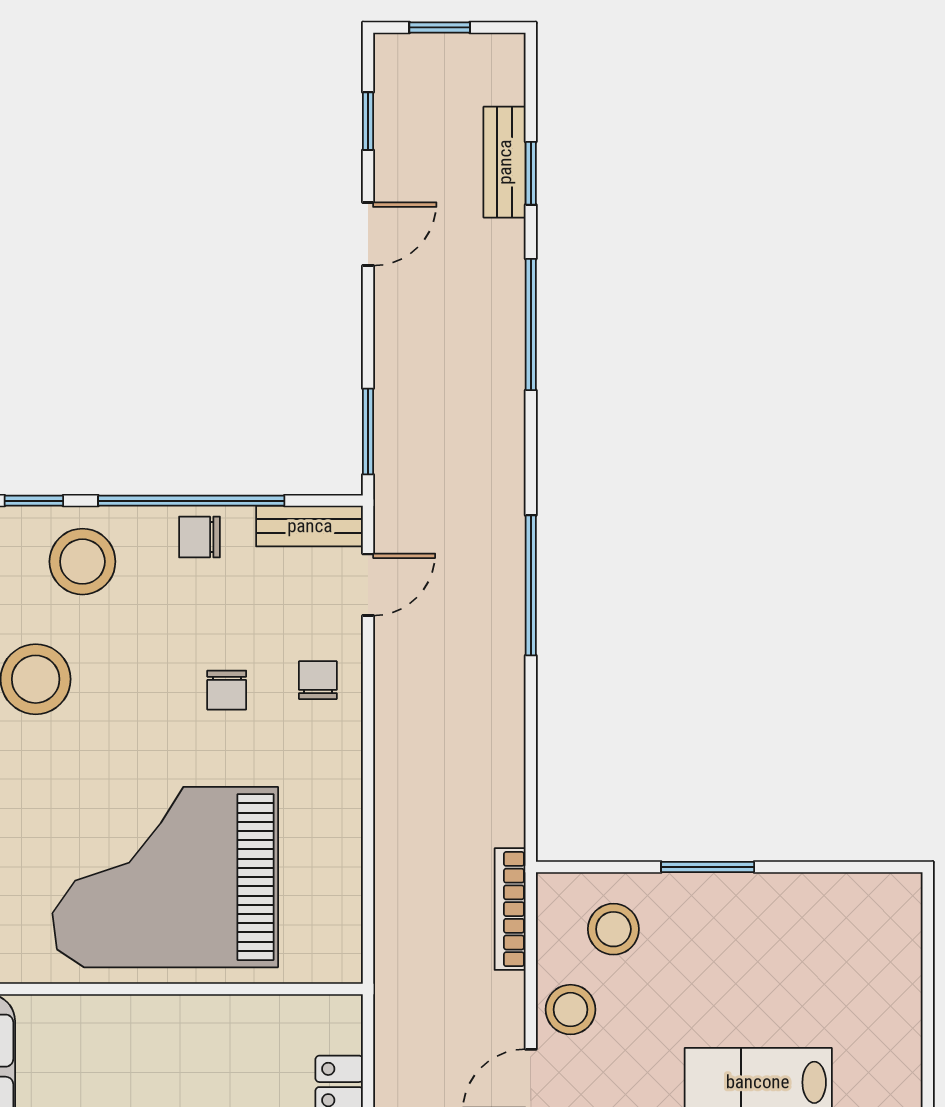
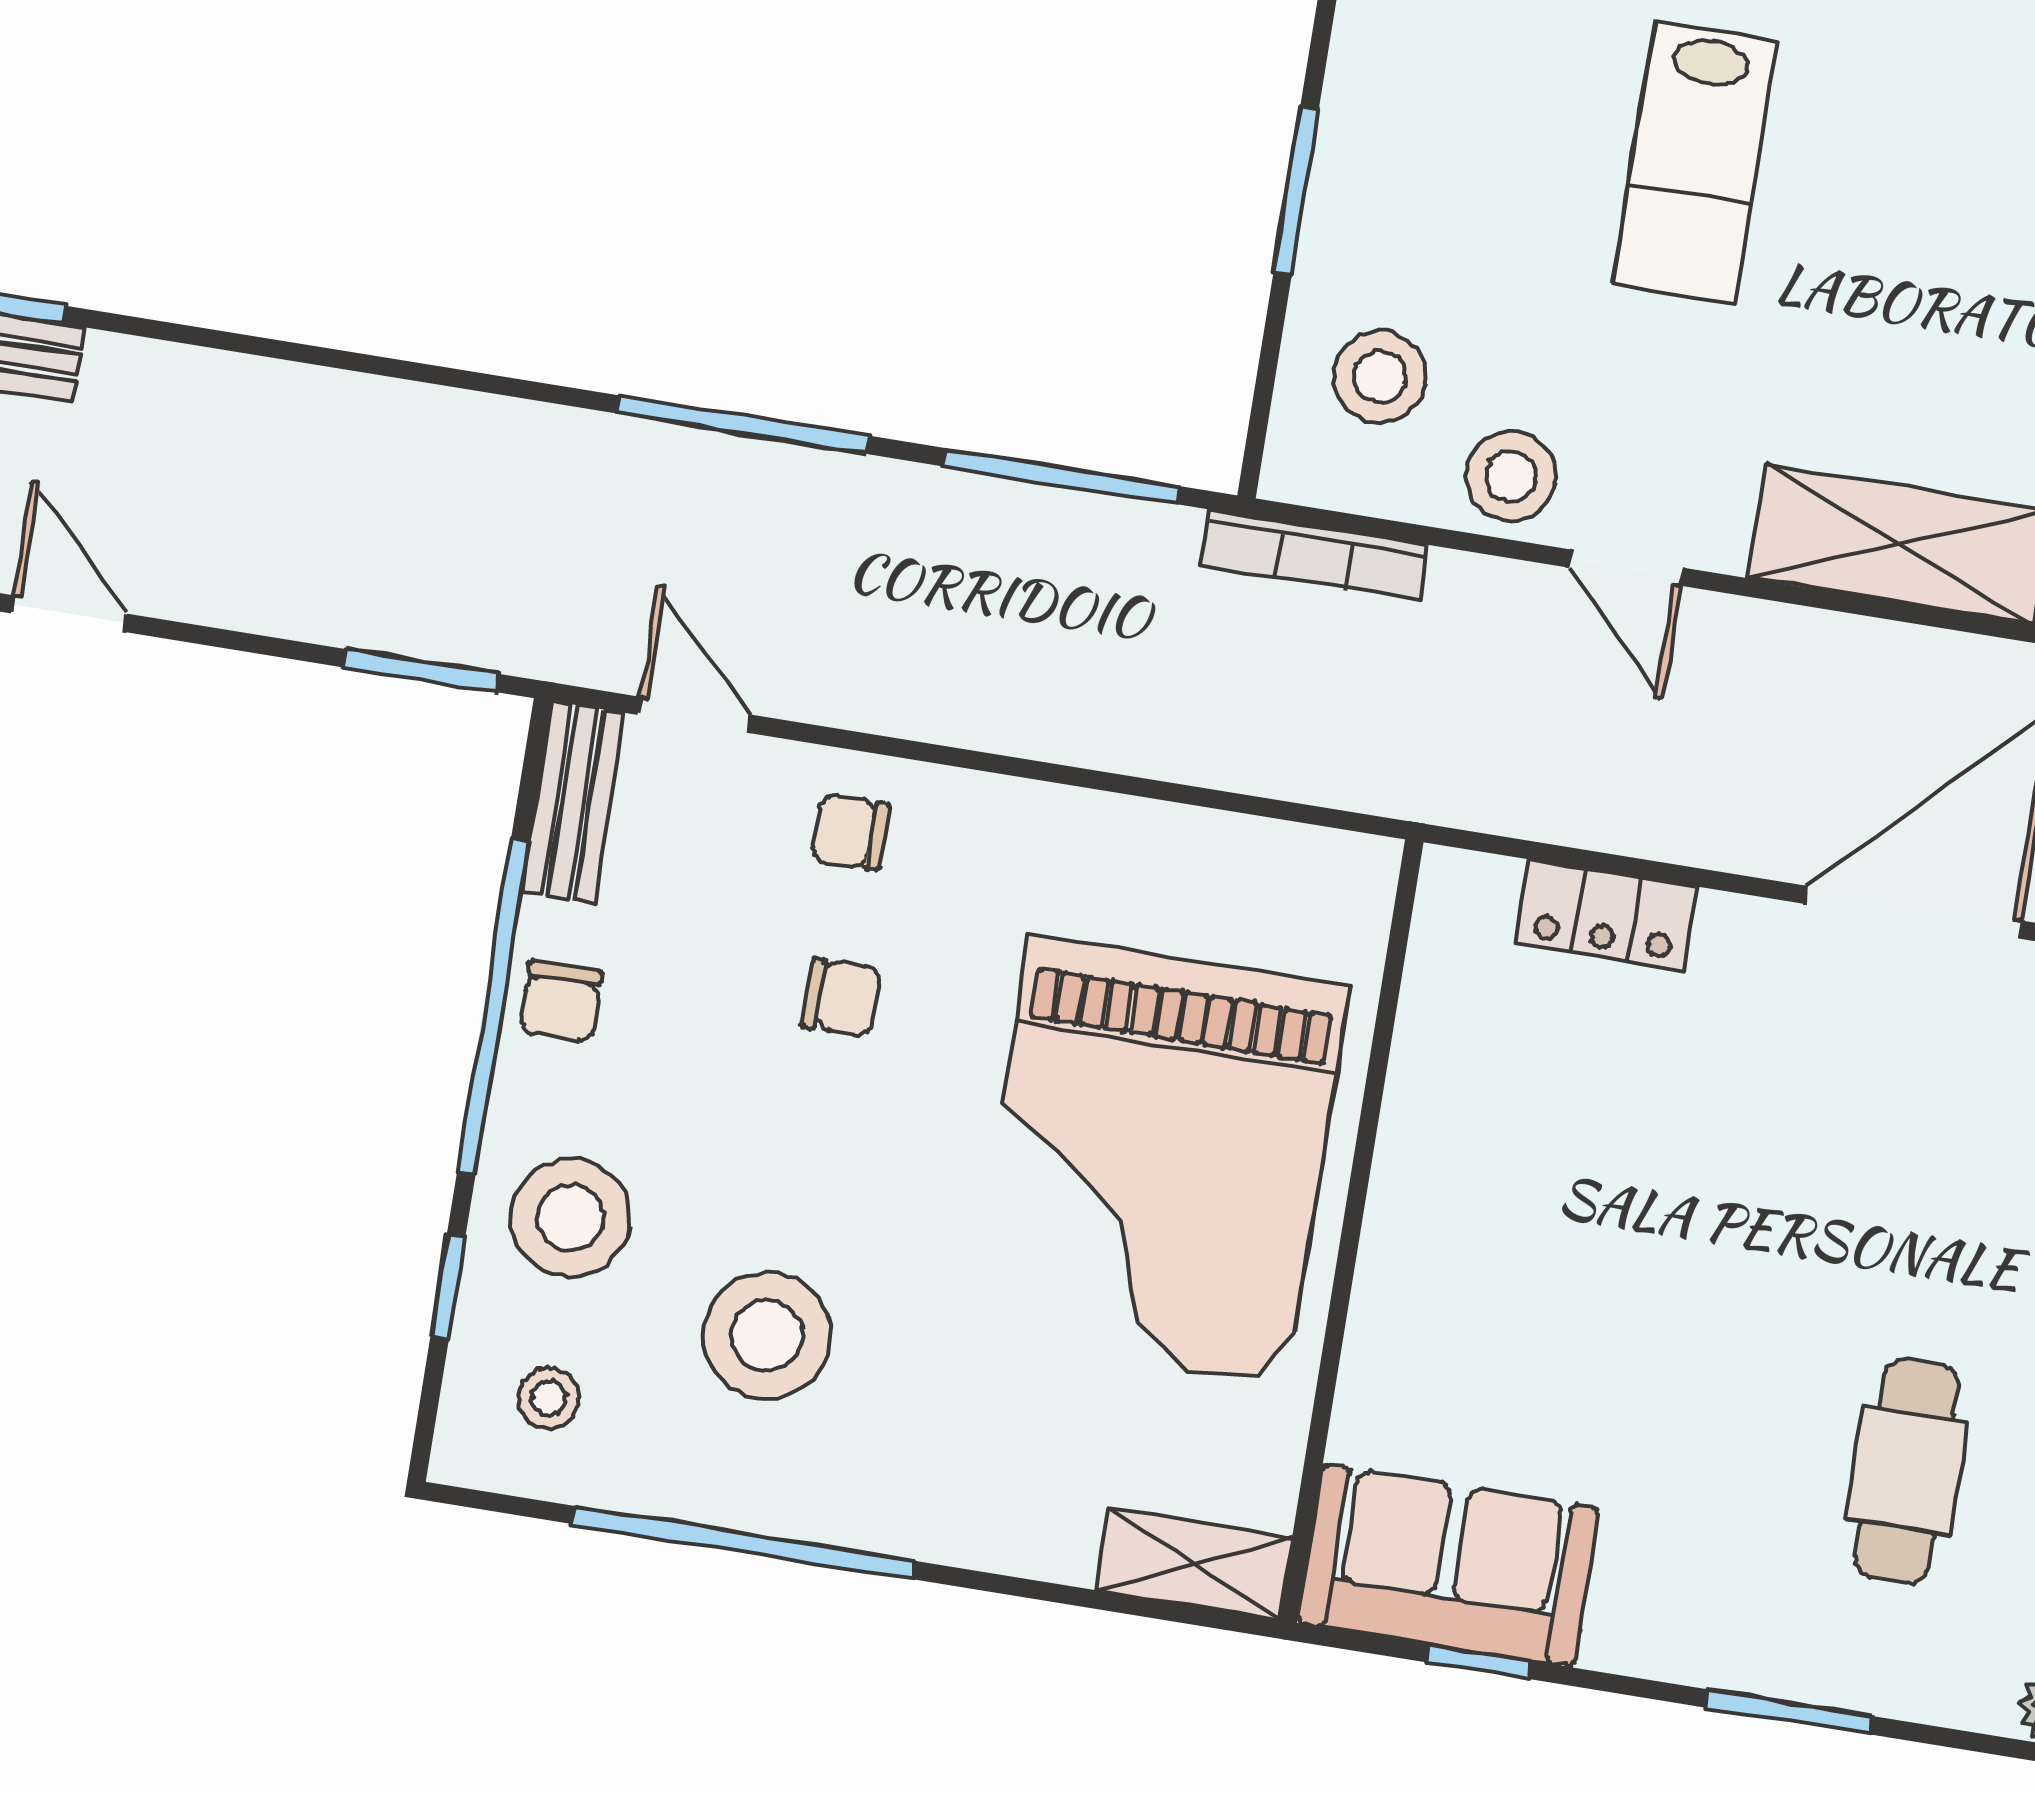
window: (531, 324) -> (1061, 476), moved

